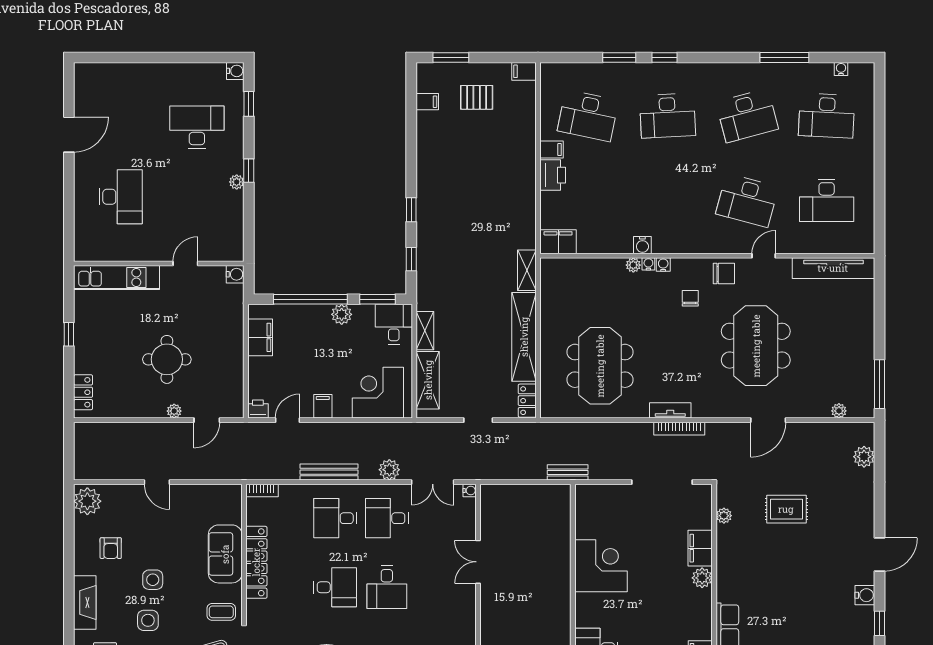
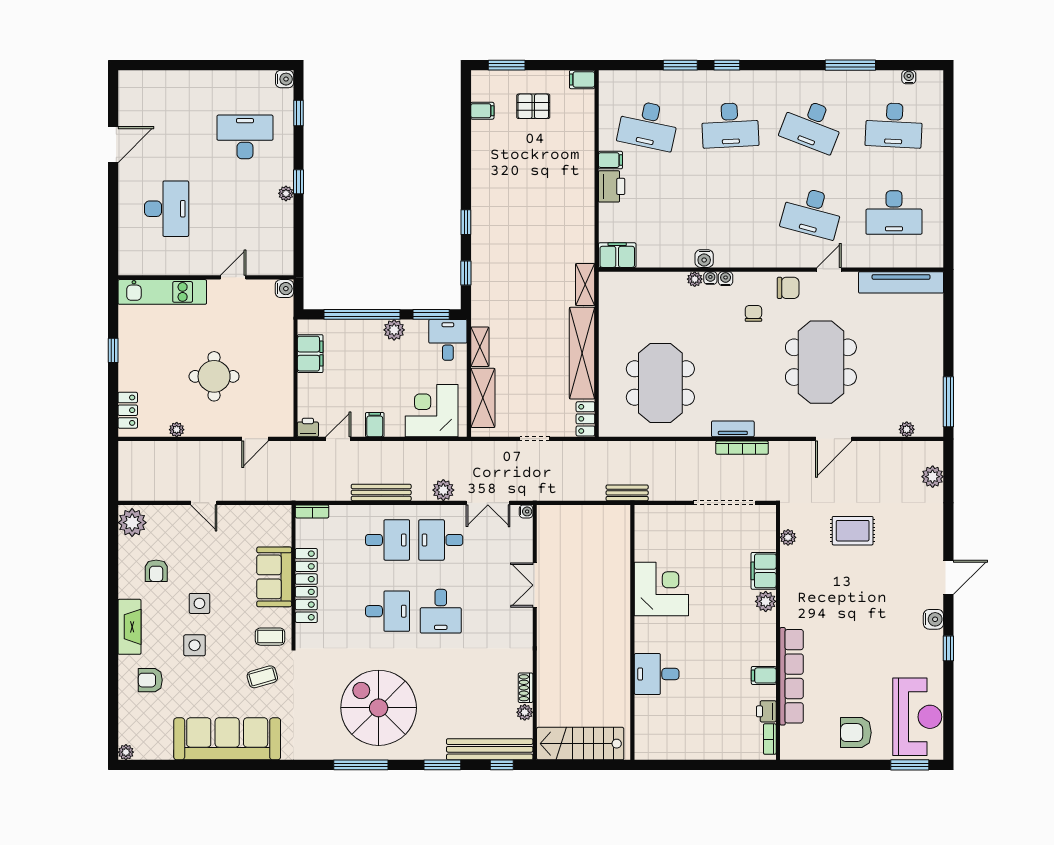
desk: (747, 116) -> (812, 125), turned 36
plant: (174, 411) -> (177, 430), moved
desk: (335, 518) -> (388, 540), turned 180

